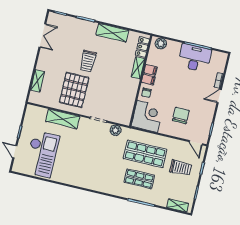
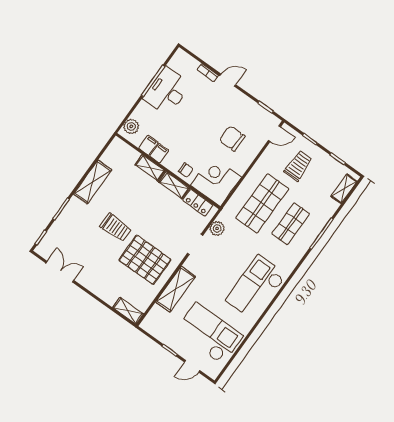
locker: (142, 47) -> (198, 203), moved
filing cabinet: (148, 80) -> (148, 145), moved
shelving: (38, 81) -> (128, 311), moved
shelving: (133, 89) -> (174, 185), added
door: (219, 96) -> (228, 80), swing flipped
checkout: (86, 173) -> (256, 288), added

